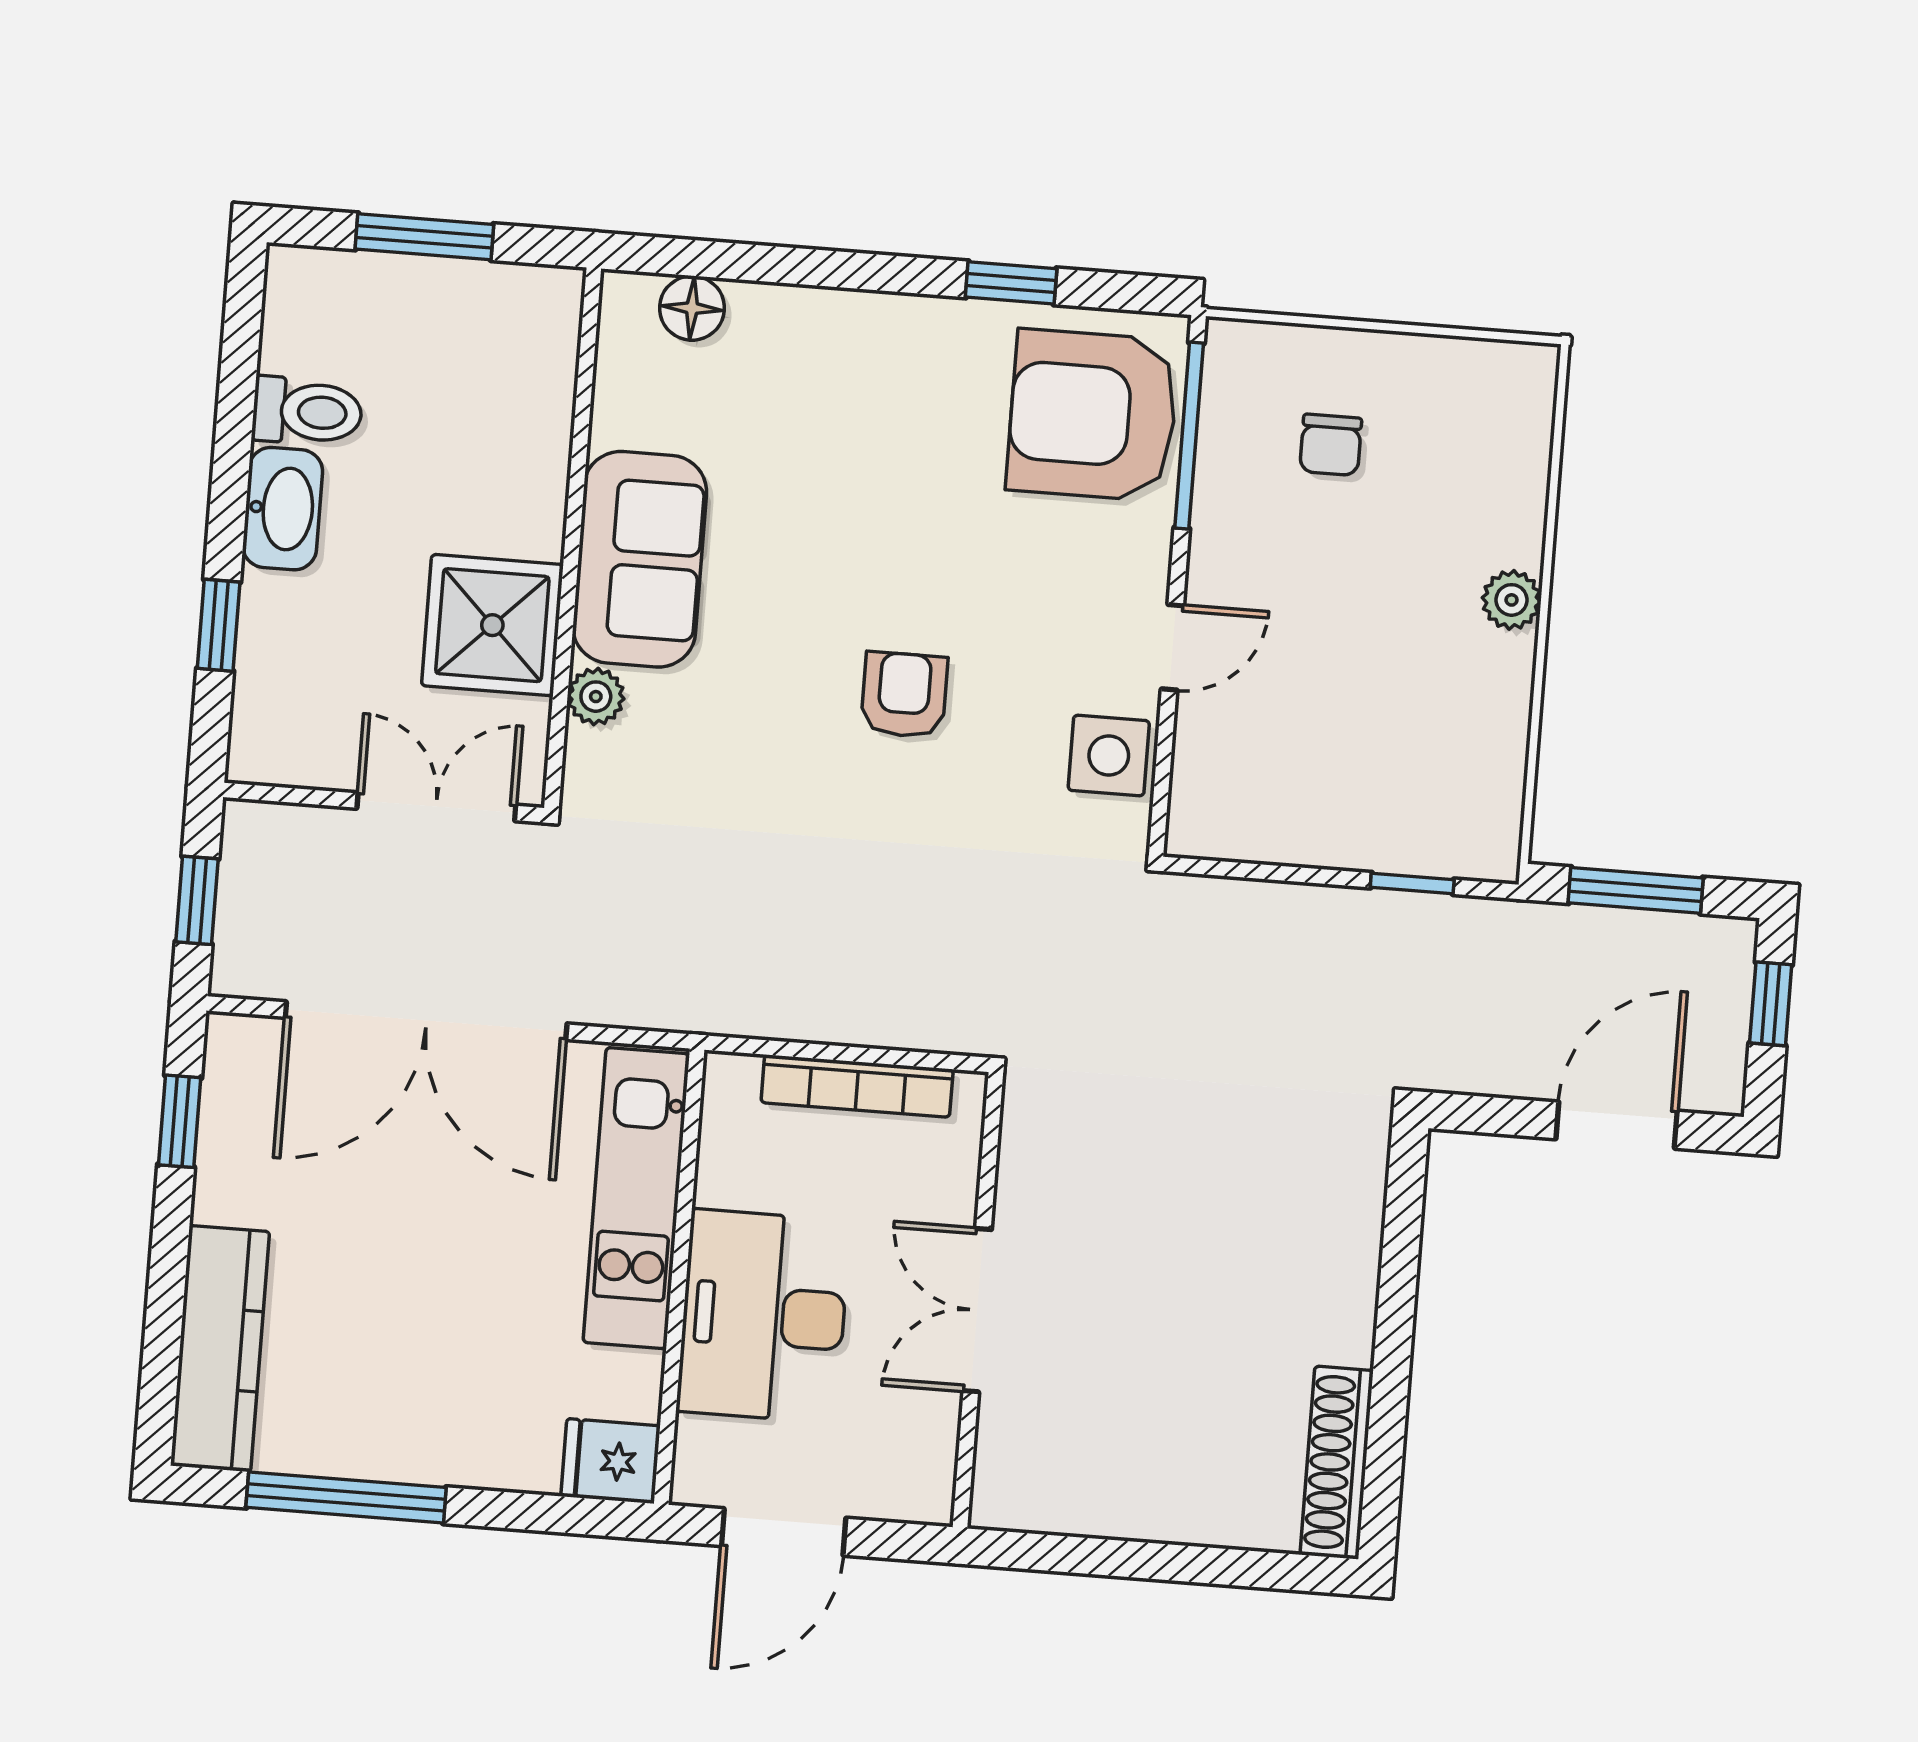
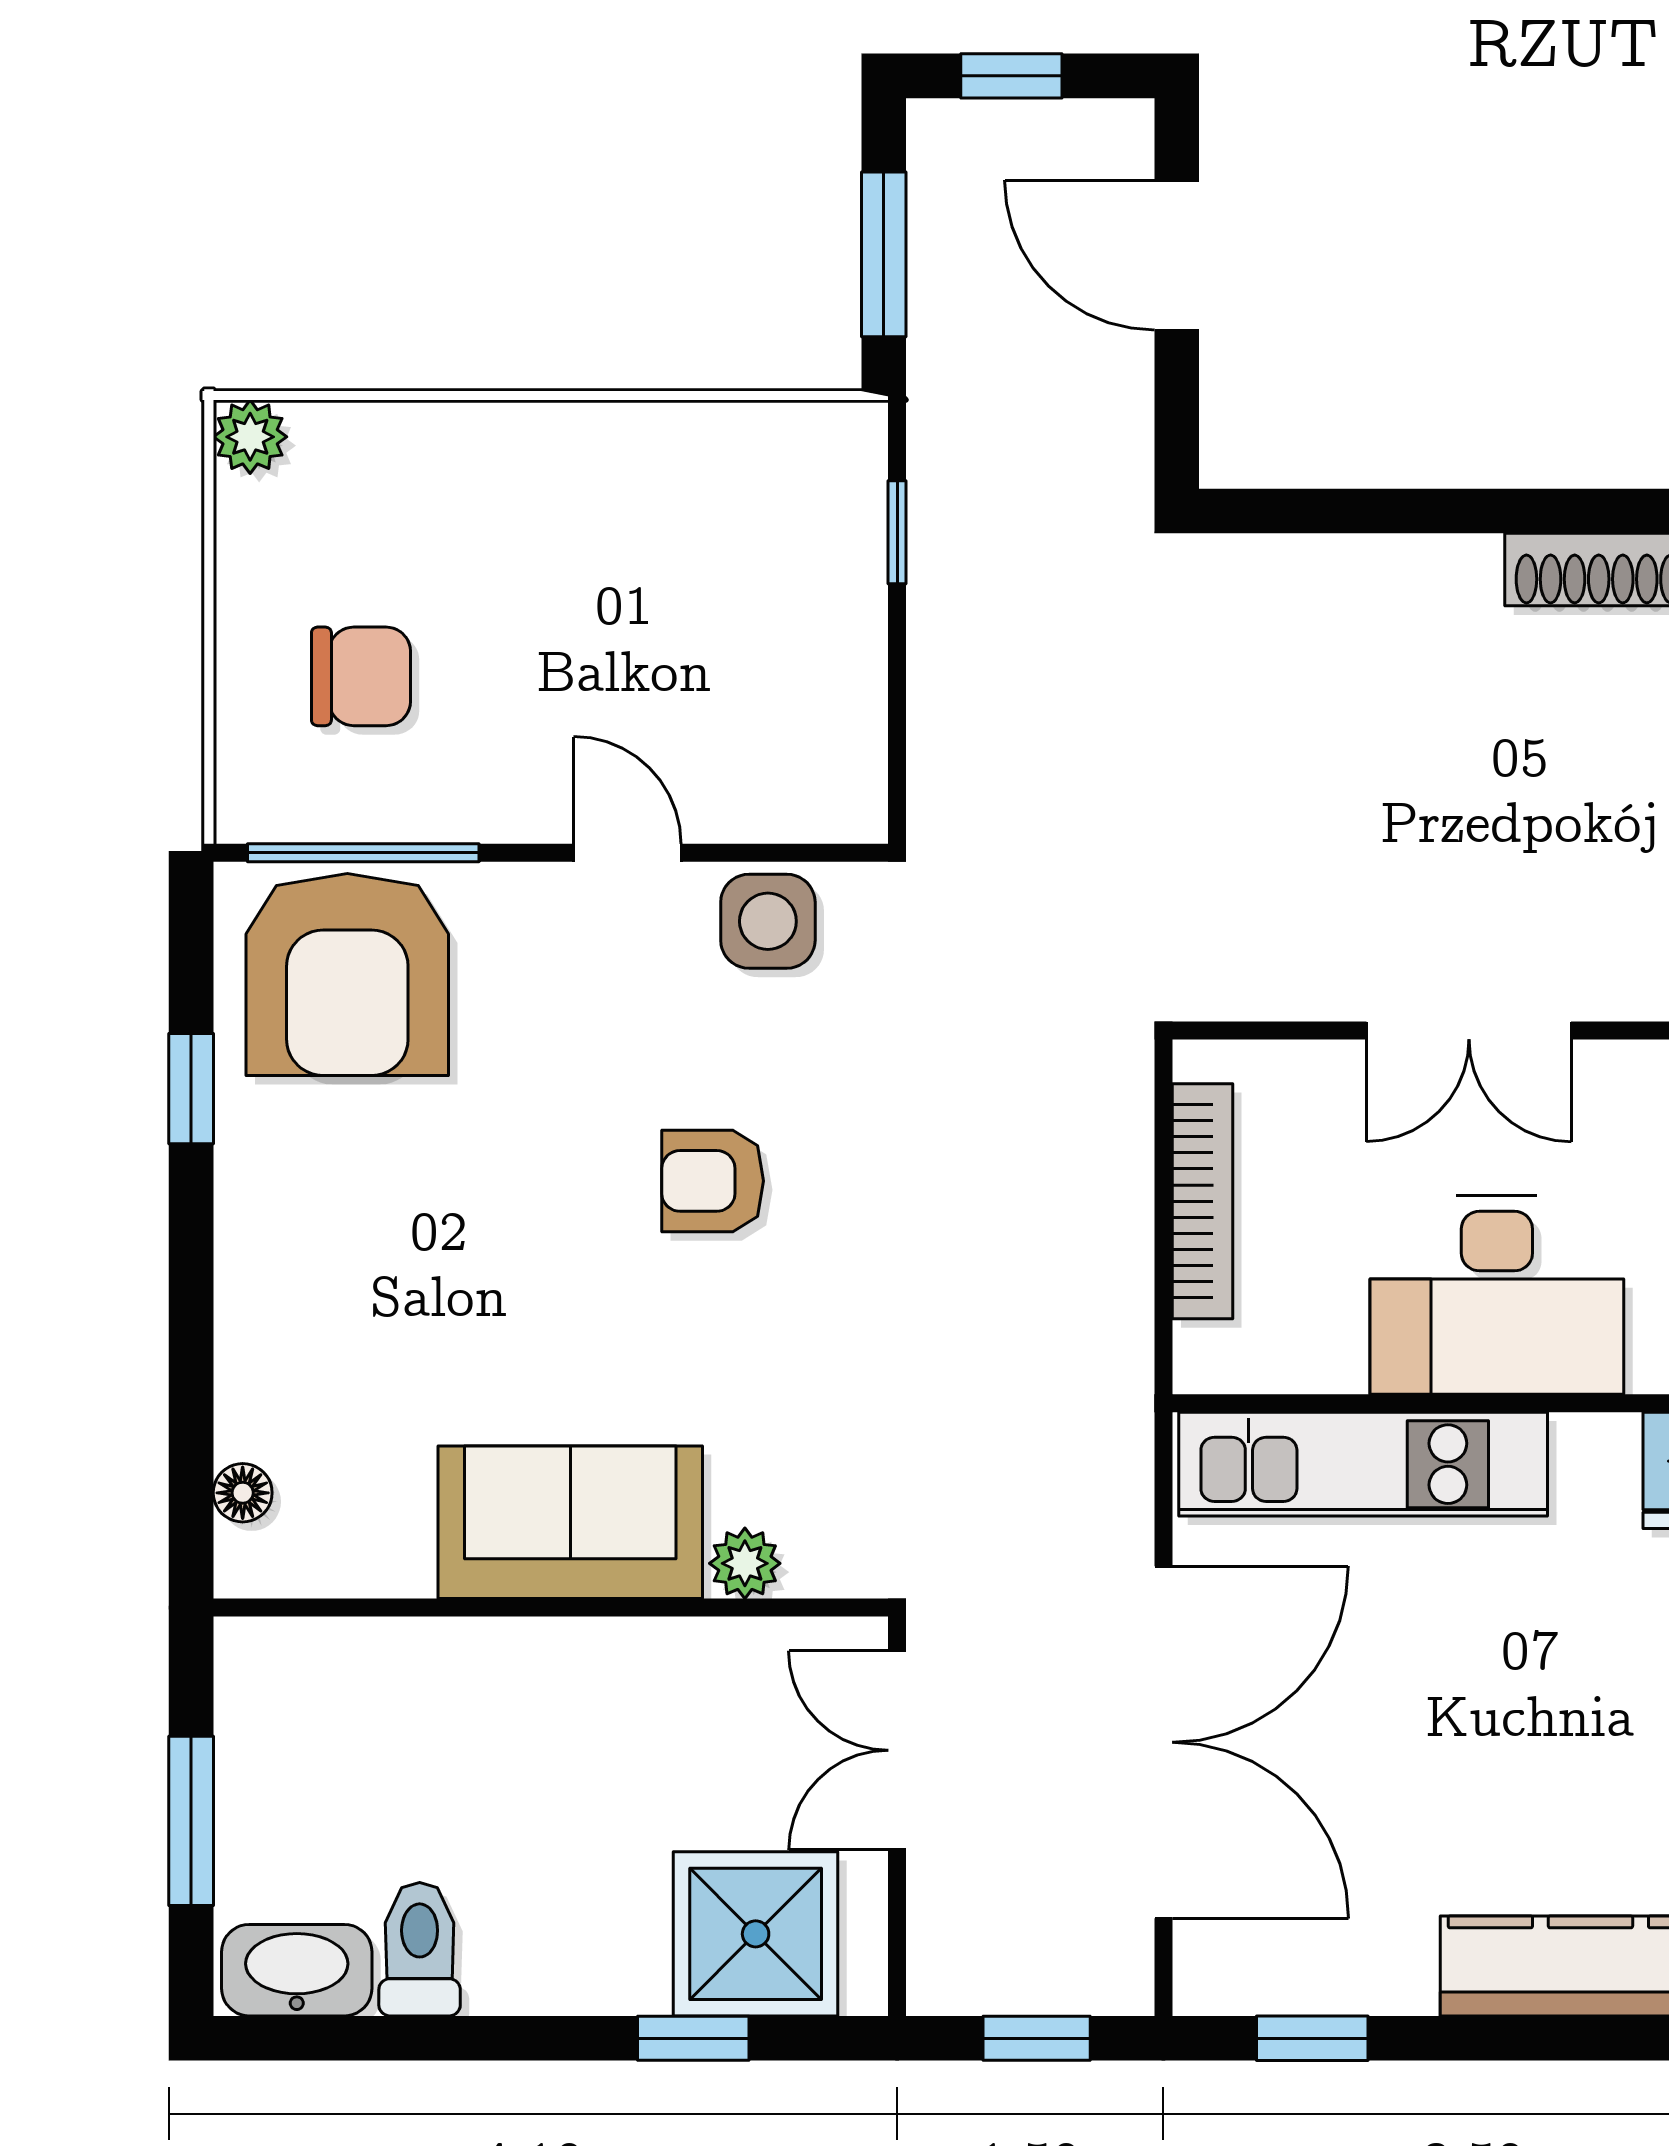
floor lamp: (692, 308) -> (243, 1493), width x0.73, depth x0.73
chair: (1331, 445) -> (361, 676), width x1.37, depth x1.37
washbasin: (283, 509) -> (297, 1970), moved
plant: (1512, 600) -> (250, 437), moved
shower: (492, 625) -> (756, 1934), moved

